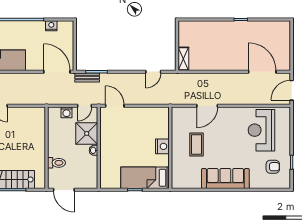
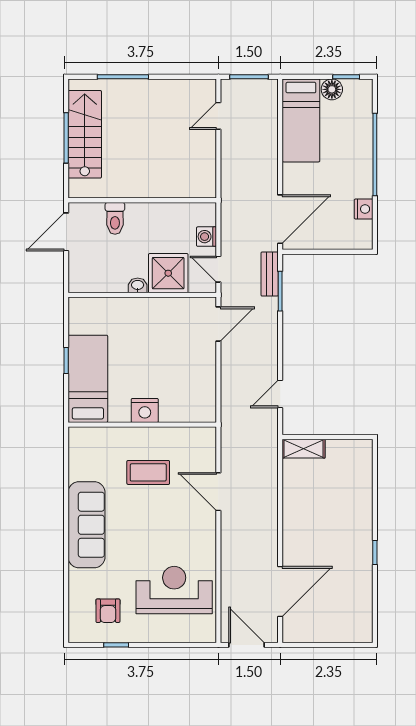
door: (153, 72) -> (280, 394), hinge flipped

